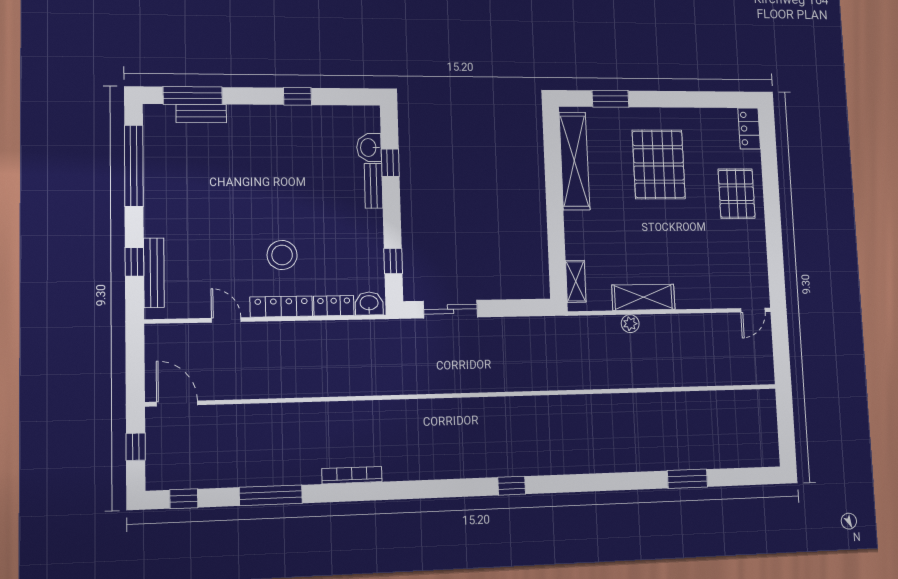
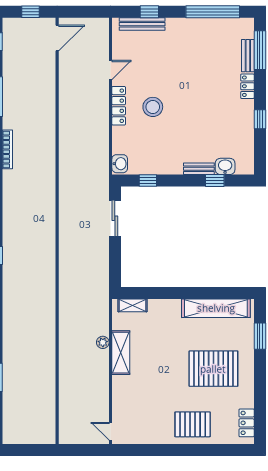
locker: (749, 129) -> (247, 423), moved, turned -90
locker: (334, 306) -> (247, 86), moved, turned 180

